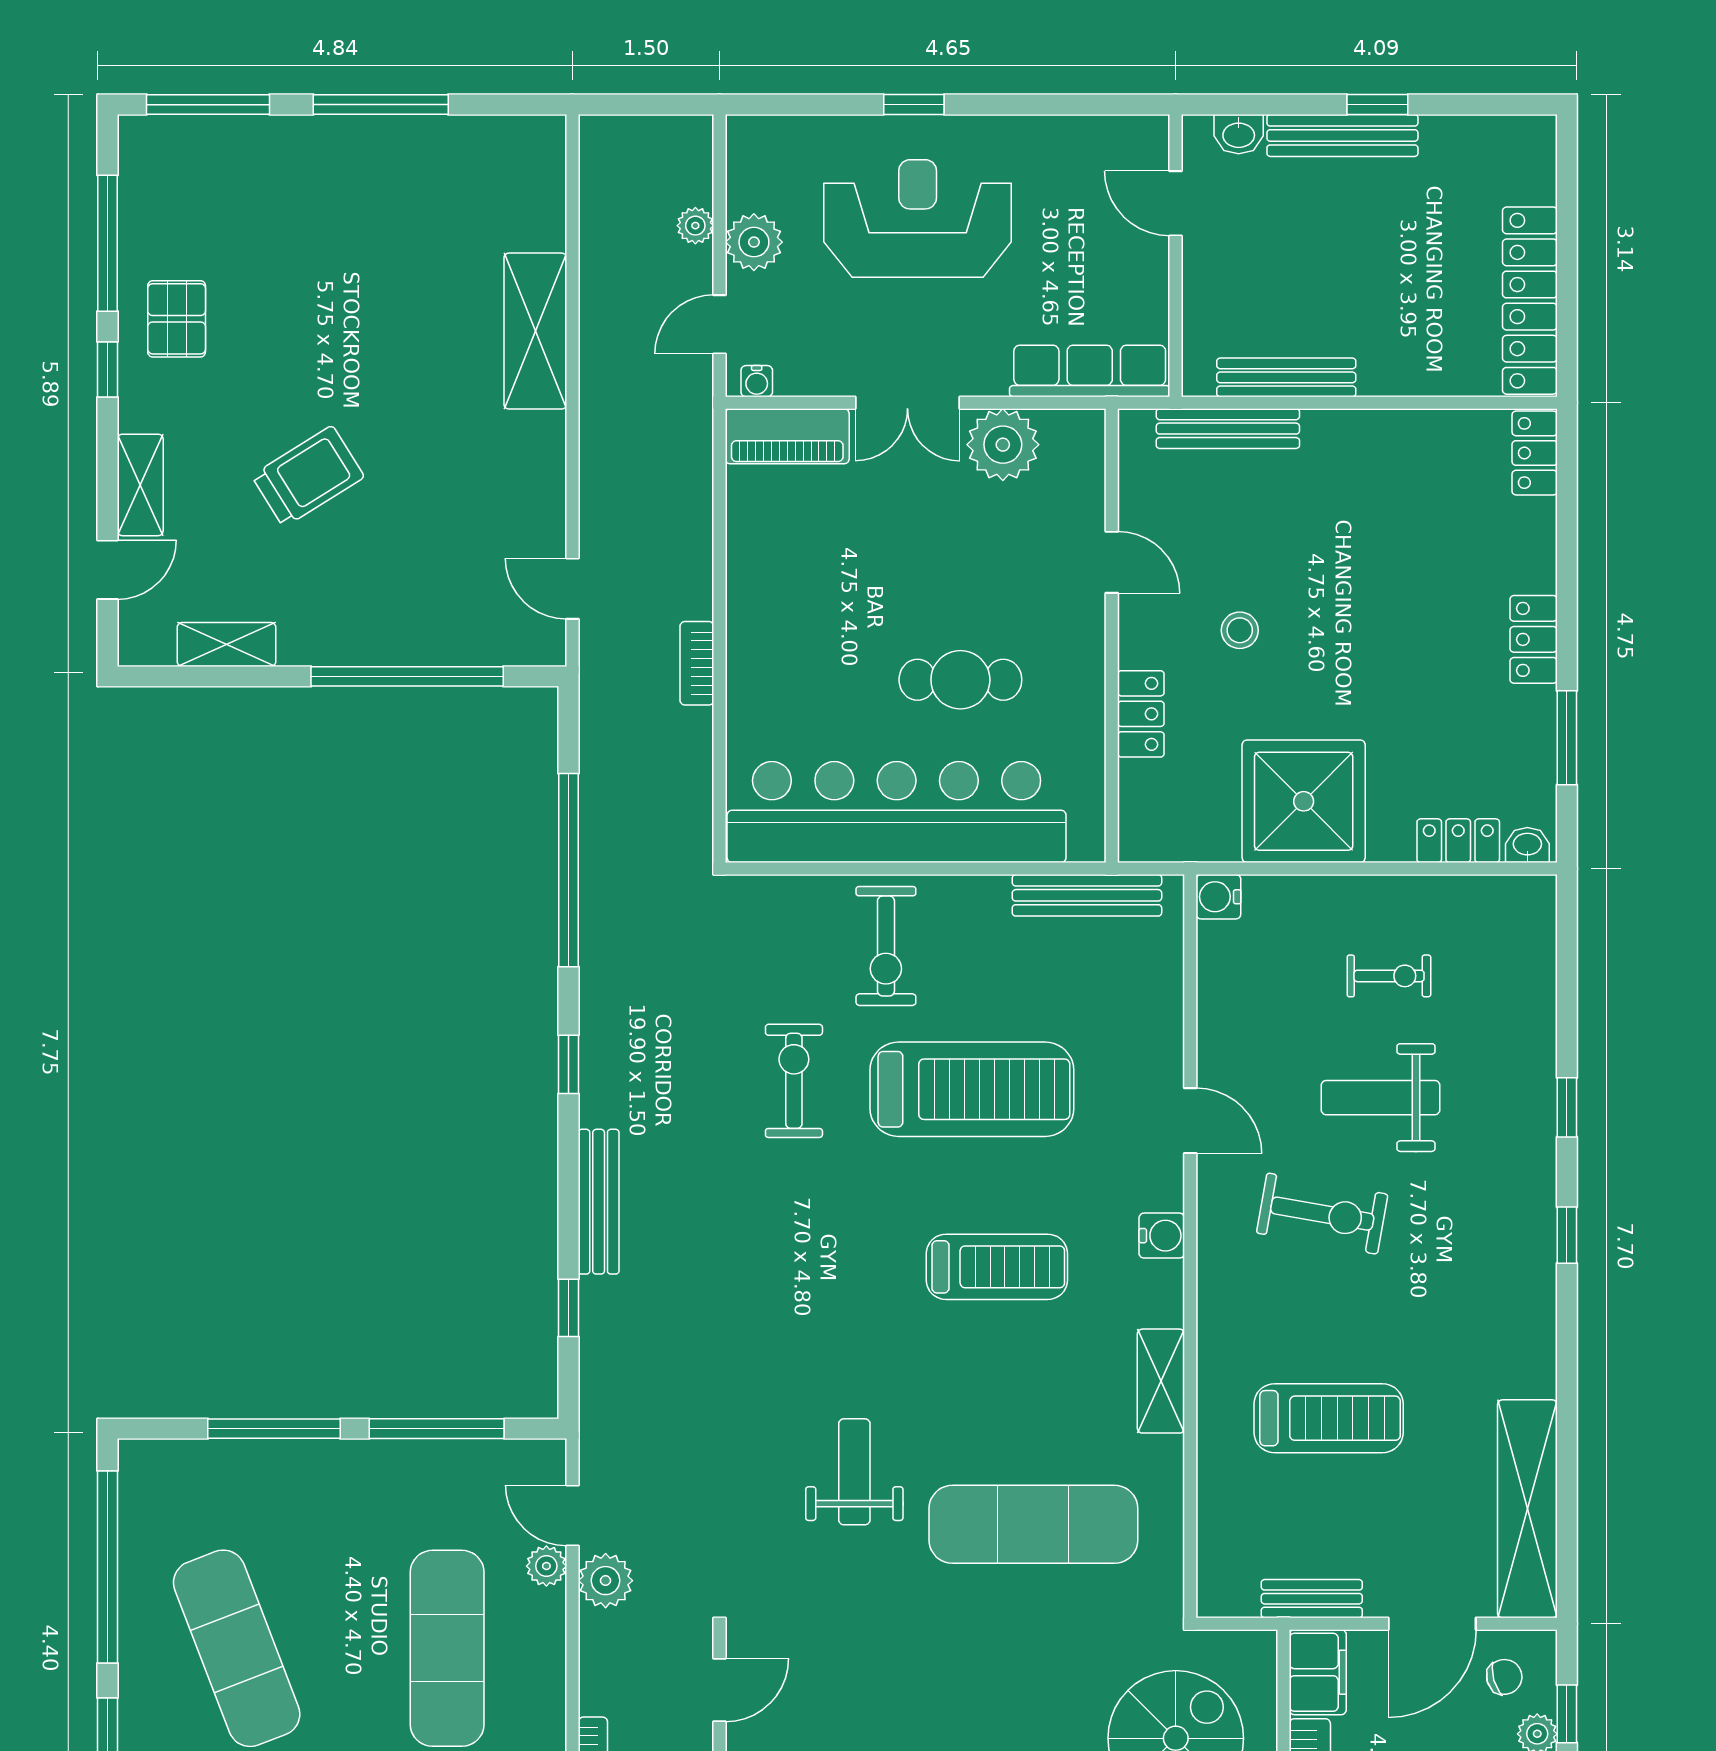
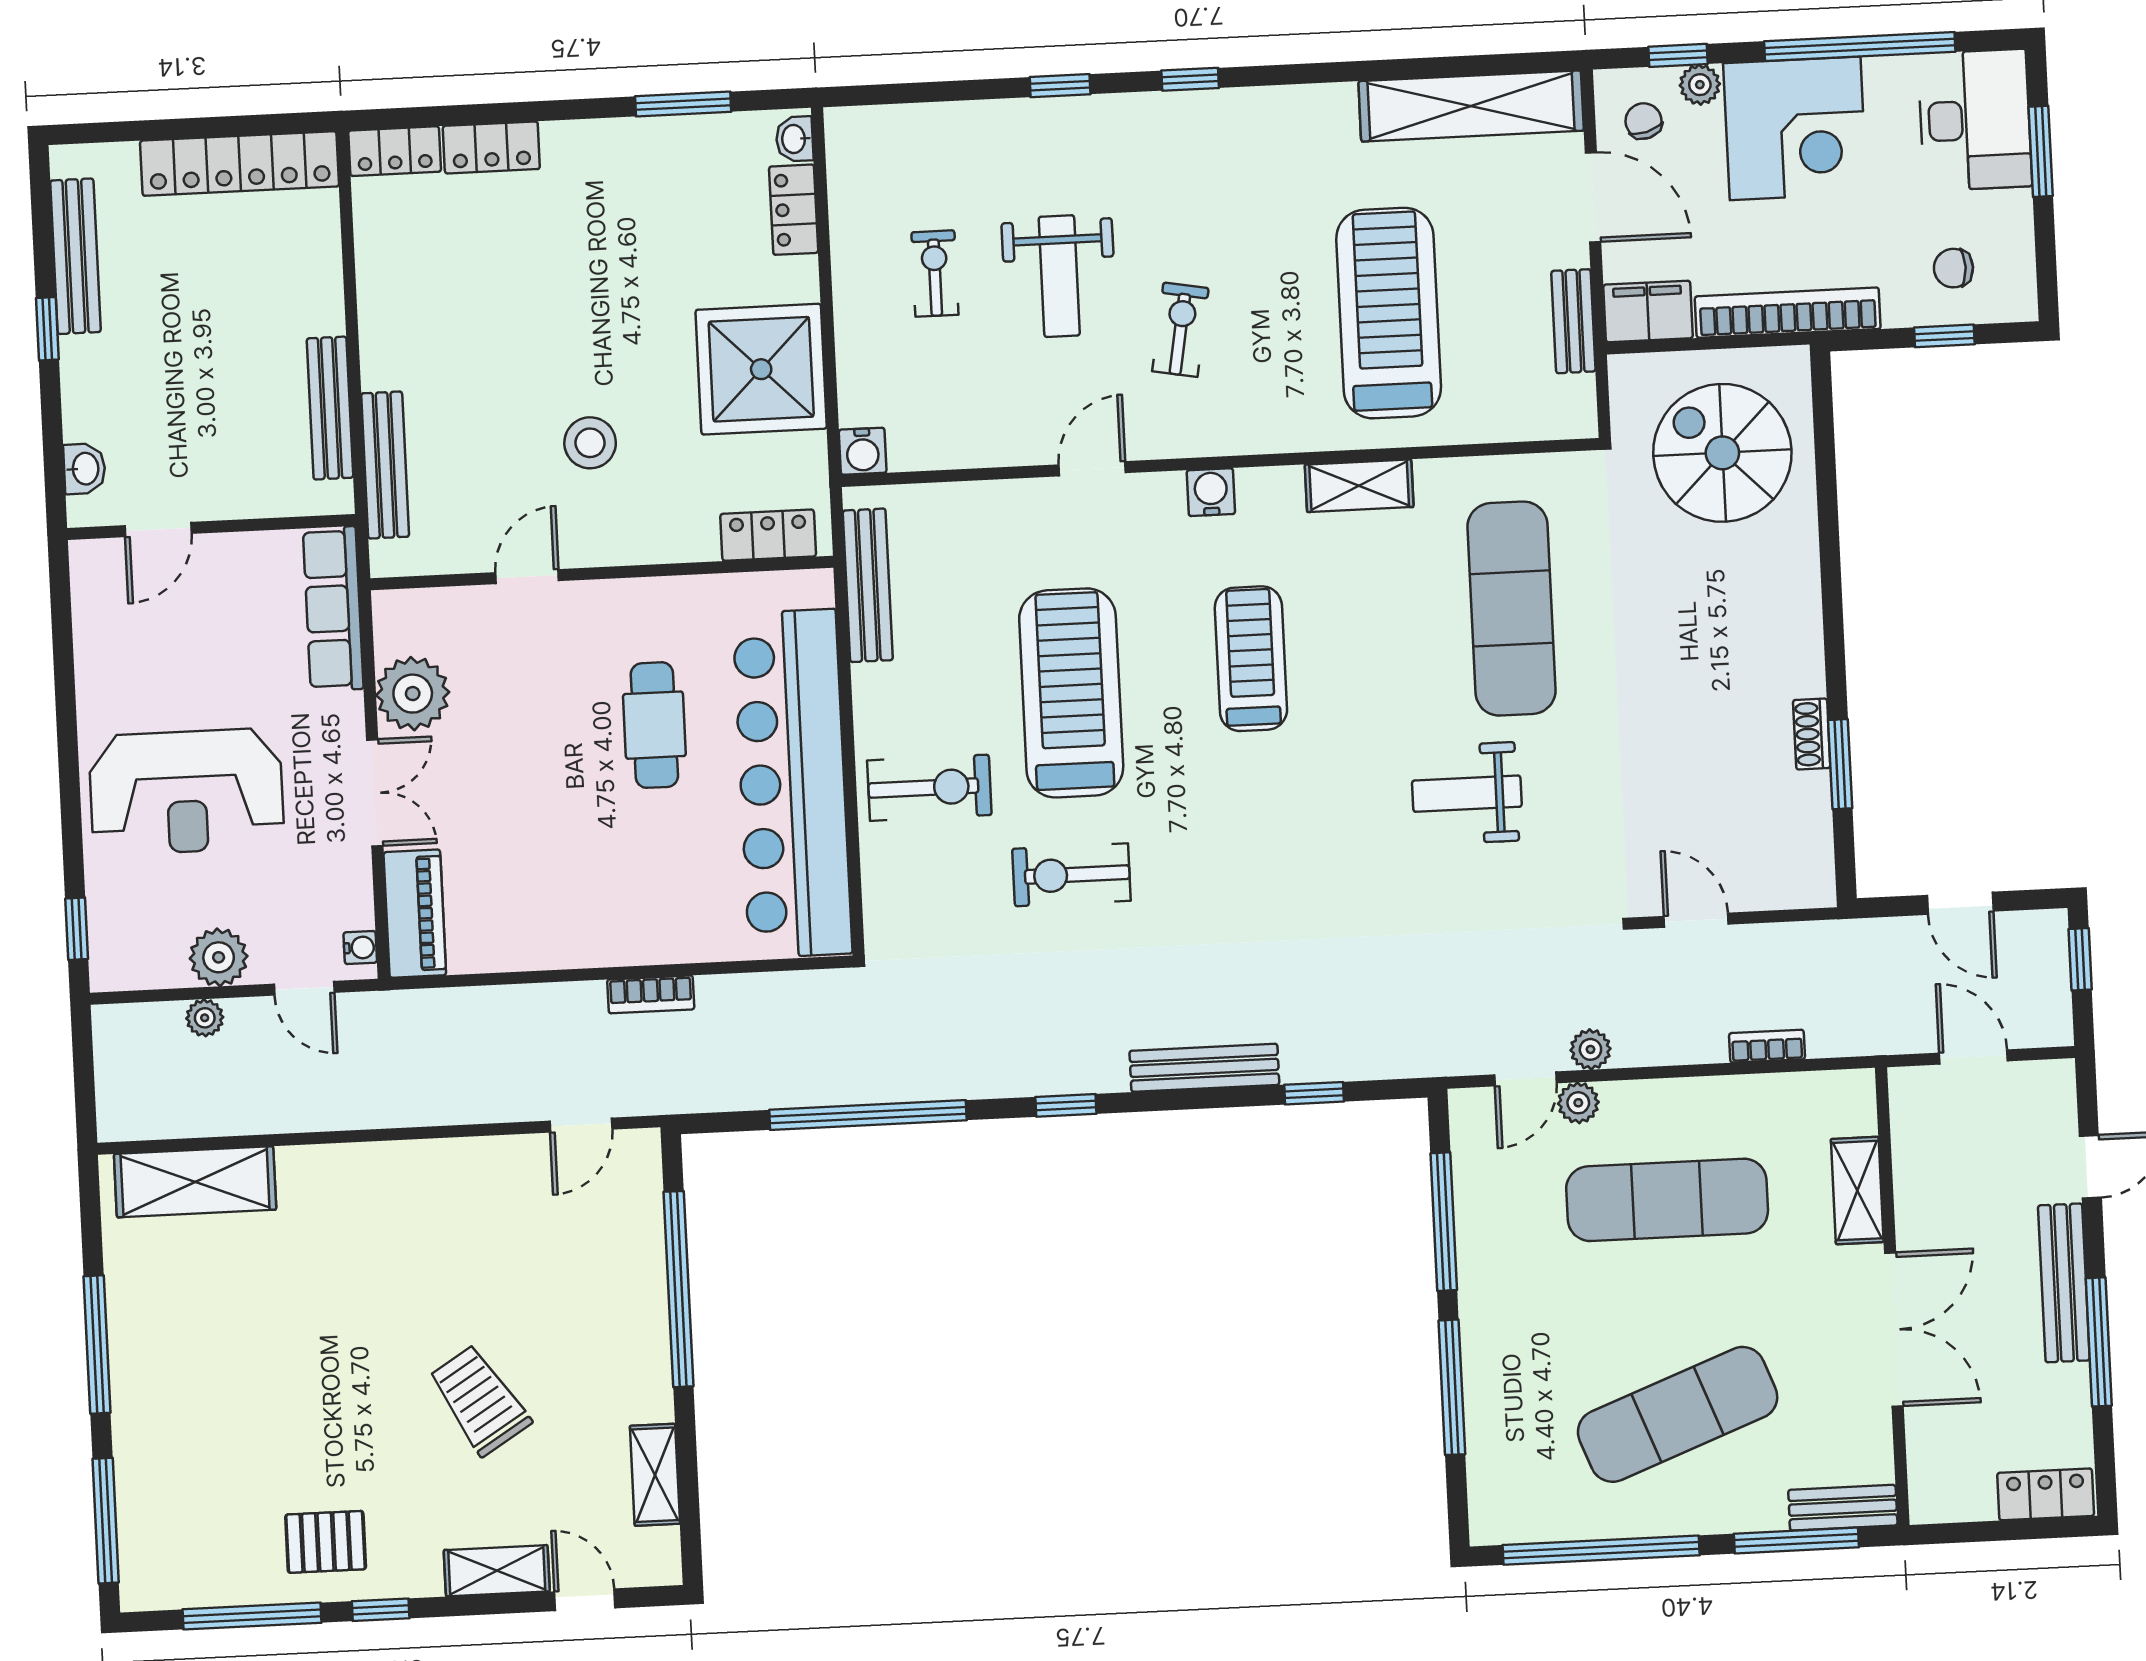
window: (914, 105) -> (77, 929), moved
bench: (1342, 135) -> (75, 256), moved
reception desk: (918, 218) -> (186, 792), turned -90
shelving: (535, 331) -> (195, 1182), moved
stool: (1240, 630) -> (590, 443), width x1.37, depth x1.37
locker: (1534, 639) -> (491, 147), moved
locker: (1141, 714) -> (768, 535), moved
exercise bike: (1322, 1214) -> (1180, 330), width x0.73, depth x0.72
treadmill: (1329, 1418) -> (1389, 313), width x1.37, depth x1.38
plant: (606, 1581) -> (1590, 1049), width x0.73, depth x0.73

